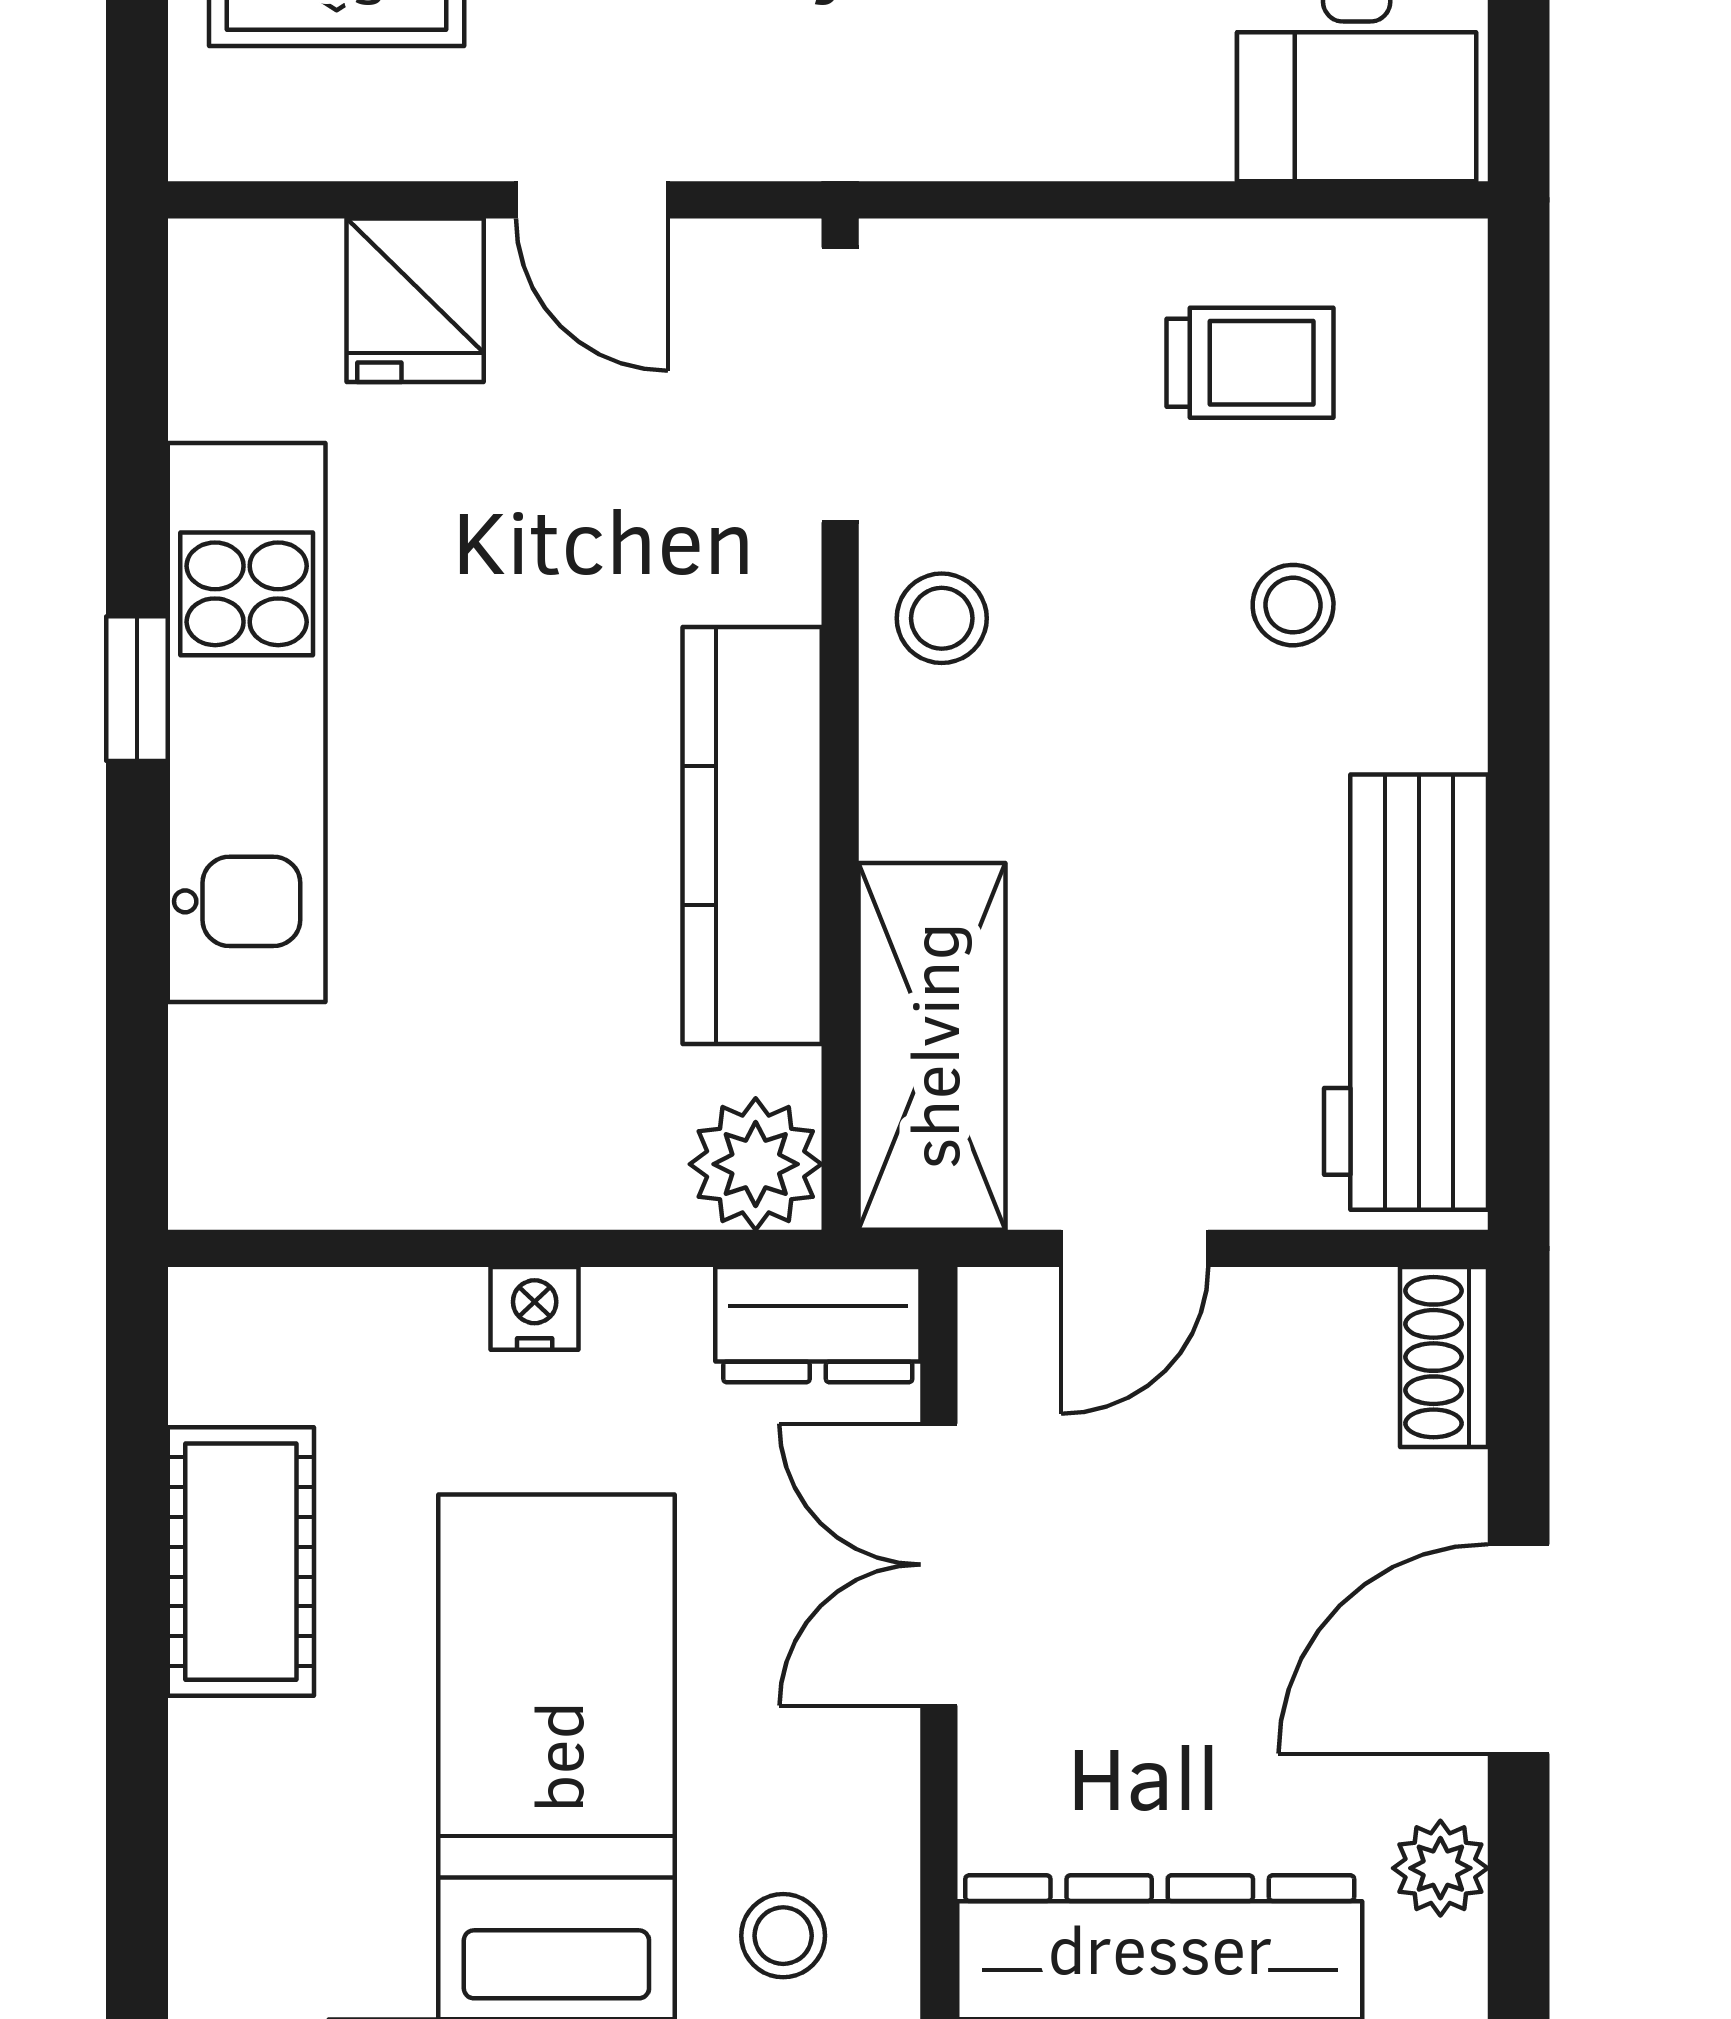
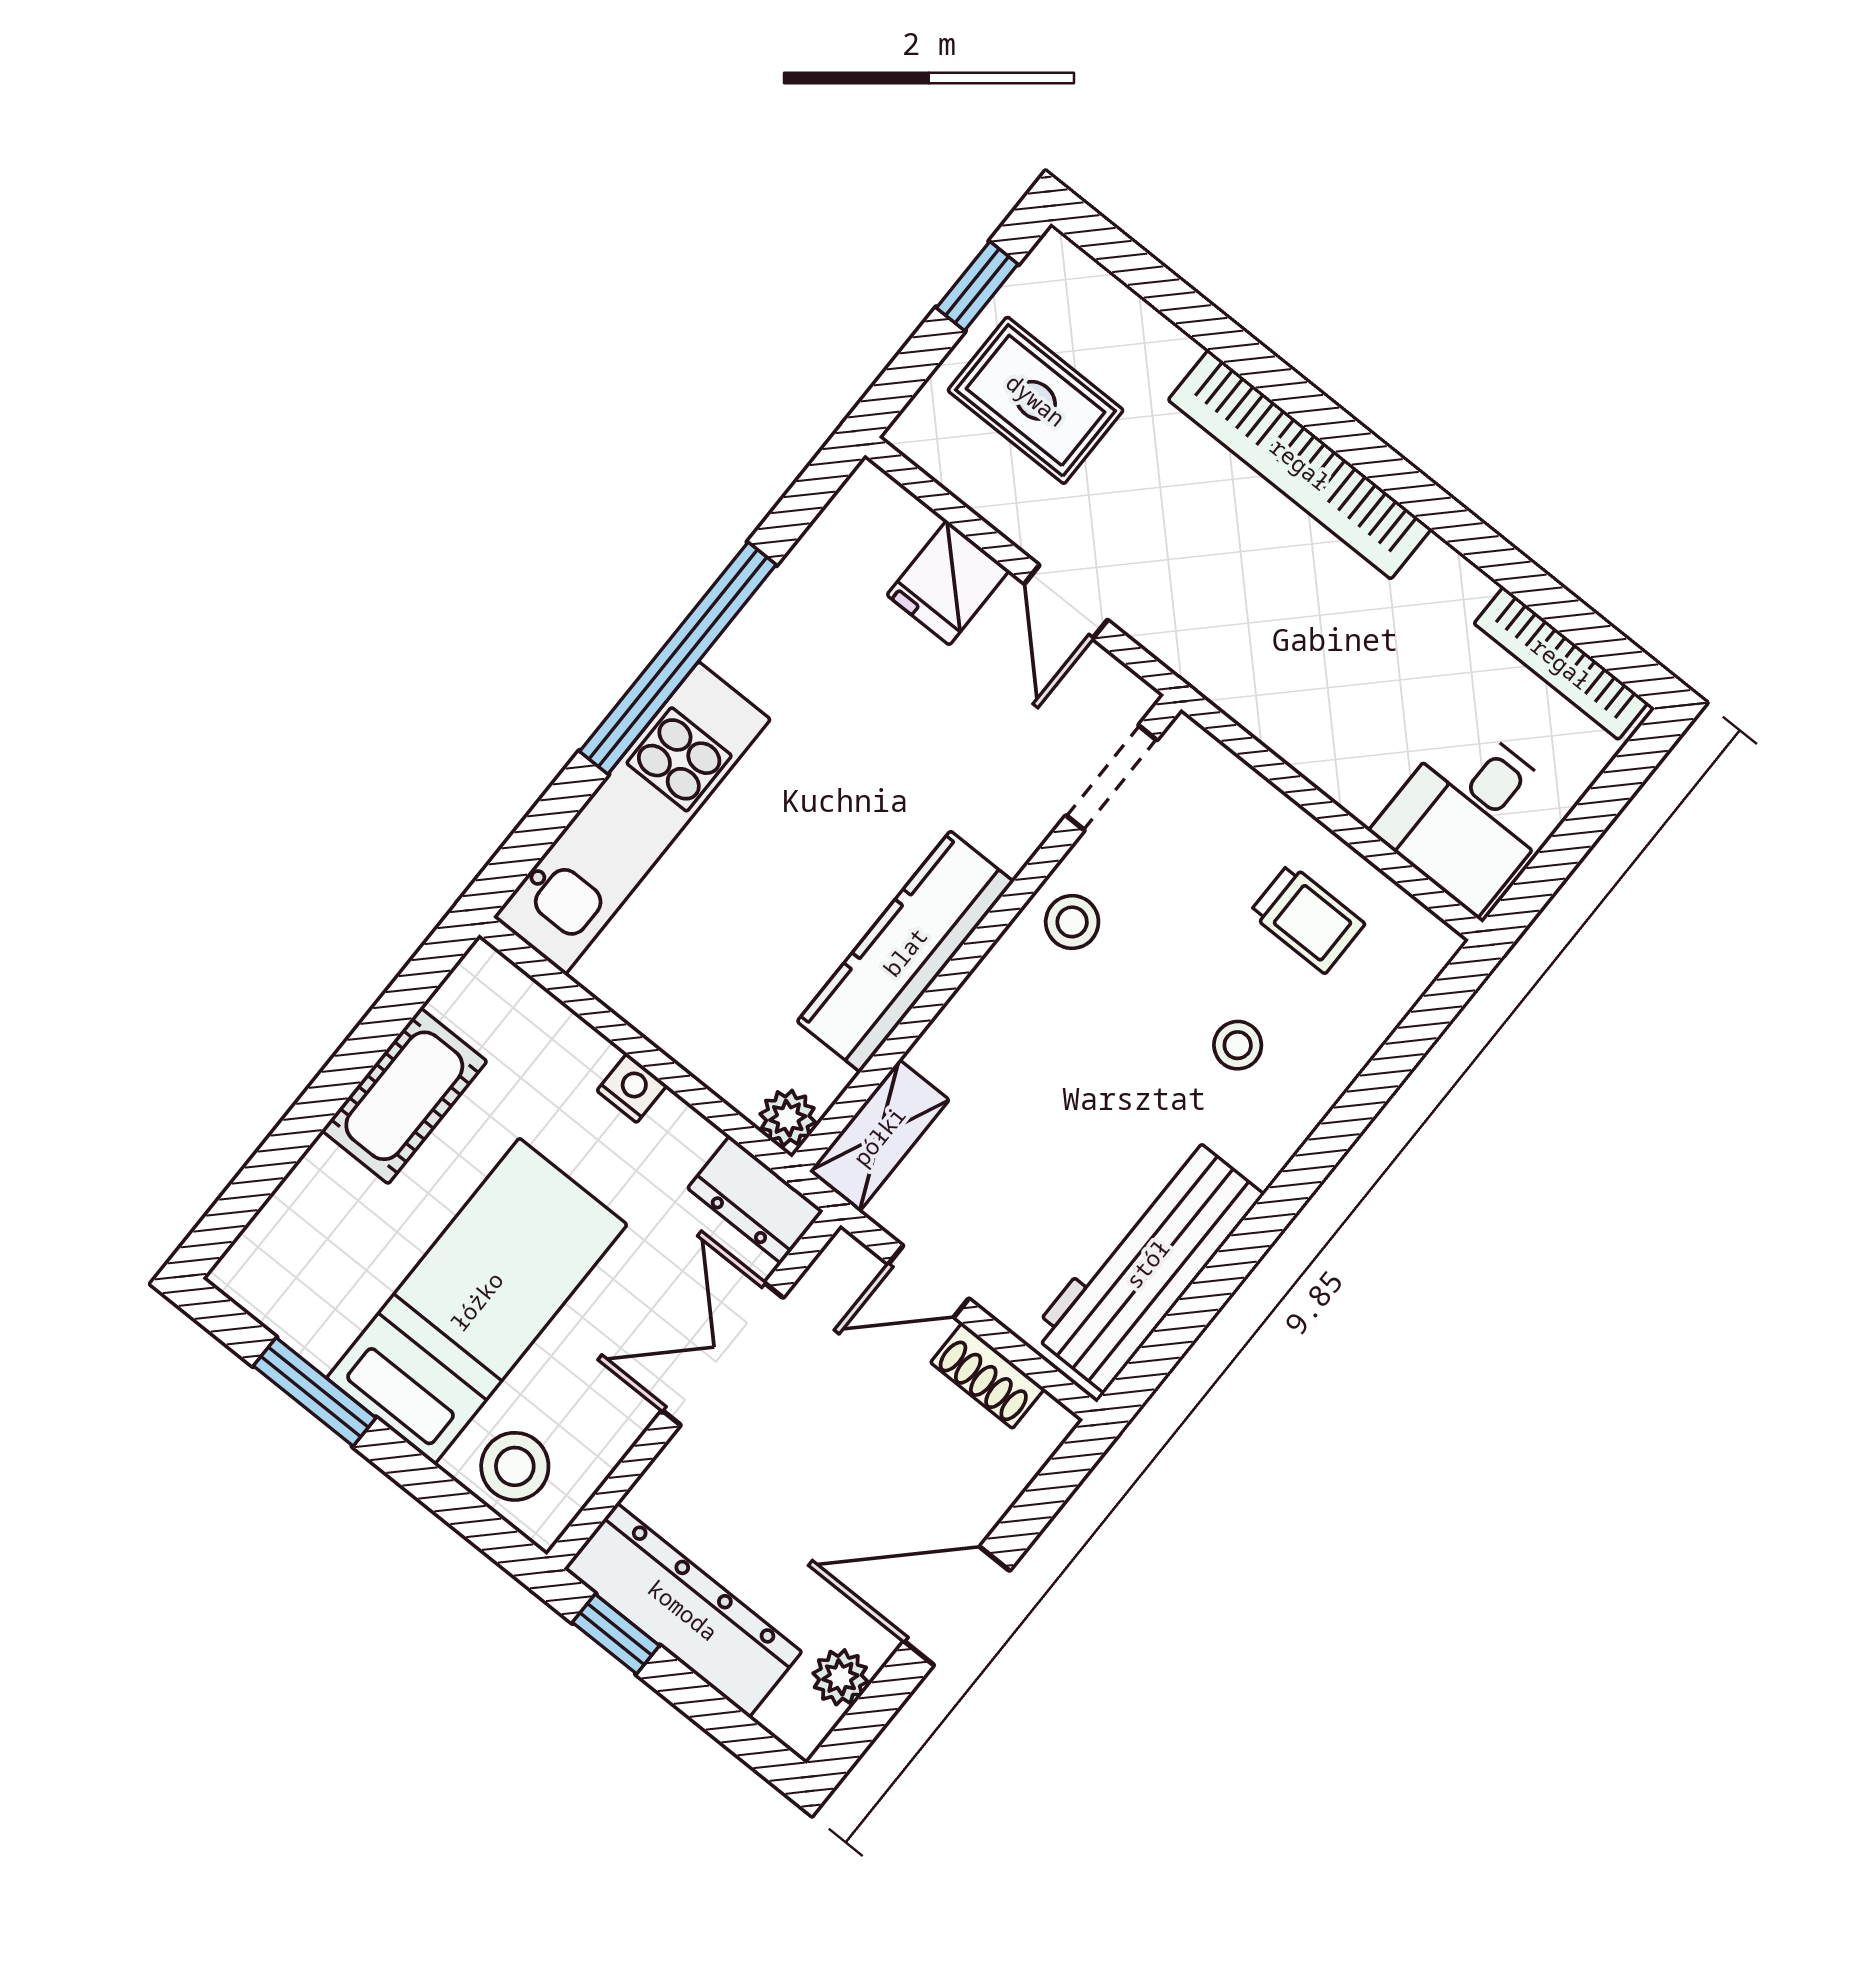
doorway: (840, 385) -> (1111, 778), width x0.73
window: (137, 689) -> (678, 658), width x3.17
kitchen unit: (247, 722) -> (632, 818), moved
shelving: (932, 1046) -> (879, 1136), width x0.67, depth x0.75
plant: (756, 1164) -> (788, 1118), width x0.73, depth x0.73
shoe rack: (1444, 1357) -> (987, 1376), moved, turned -90
stool: (783, 1936) -> (515, 1466), width x1.37, depth x1.37

